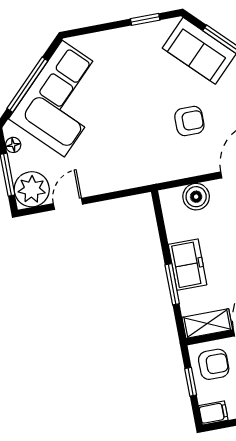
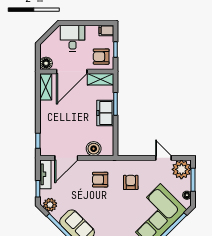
armchair: (189, 121) -> (100, 180), moved
armchair: (118, 149) -> (131, 182), added
door: (68, 204) -> (163, 158), swing flipped

